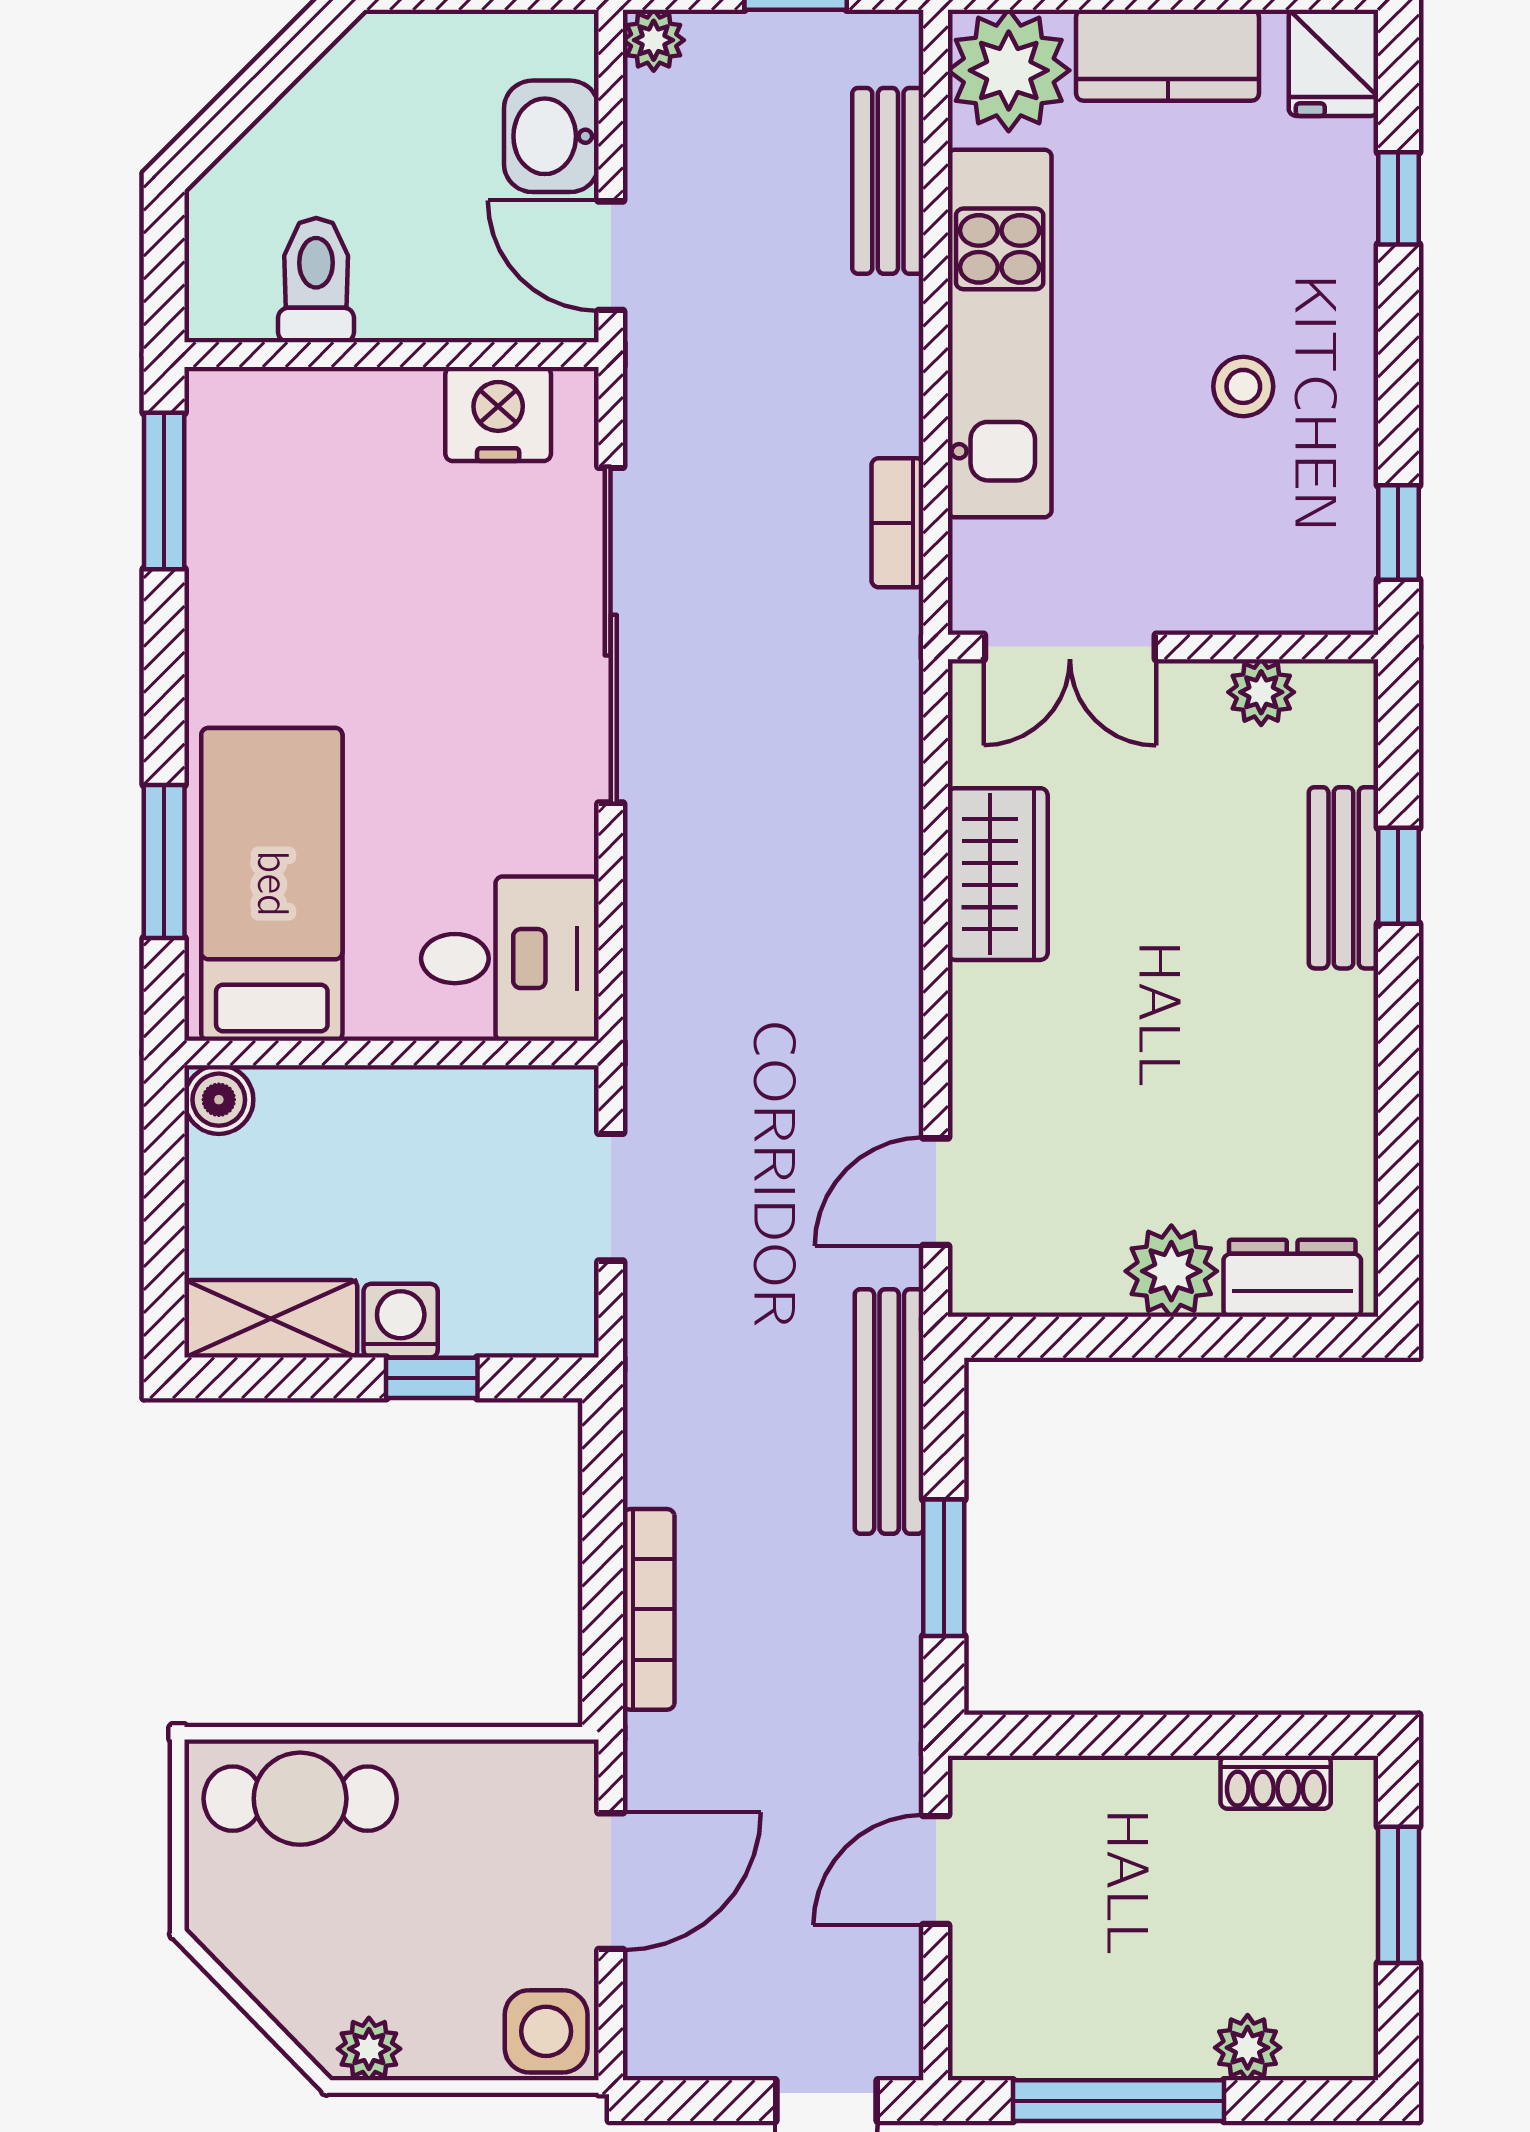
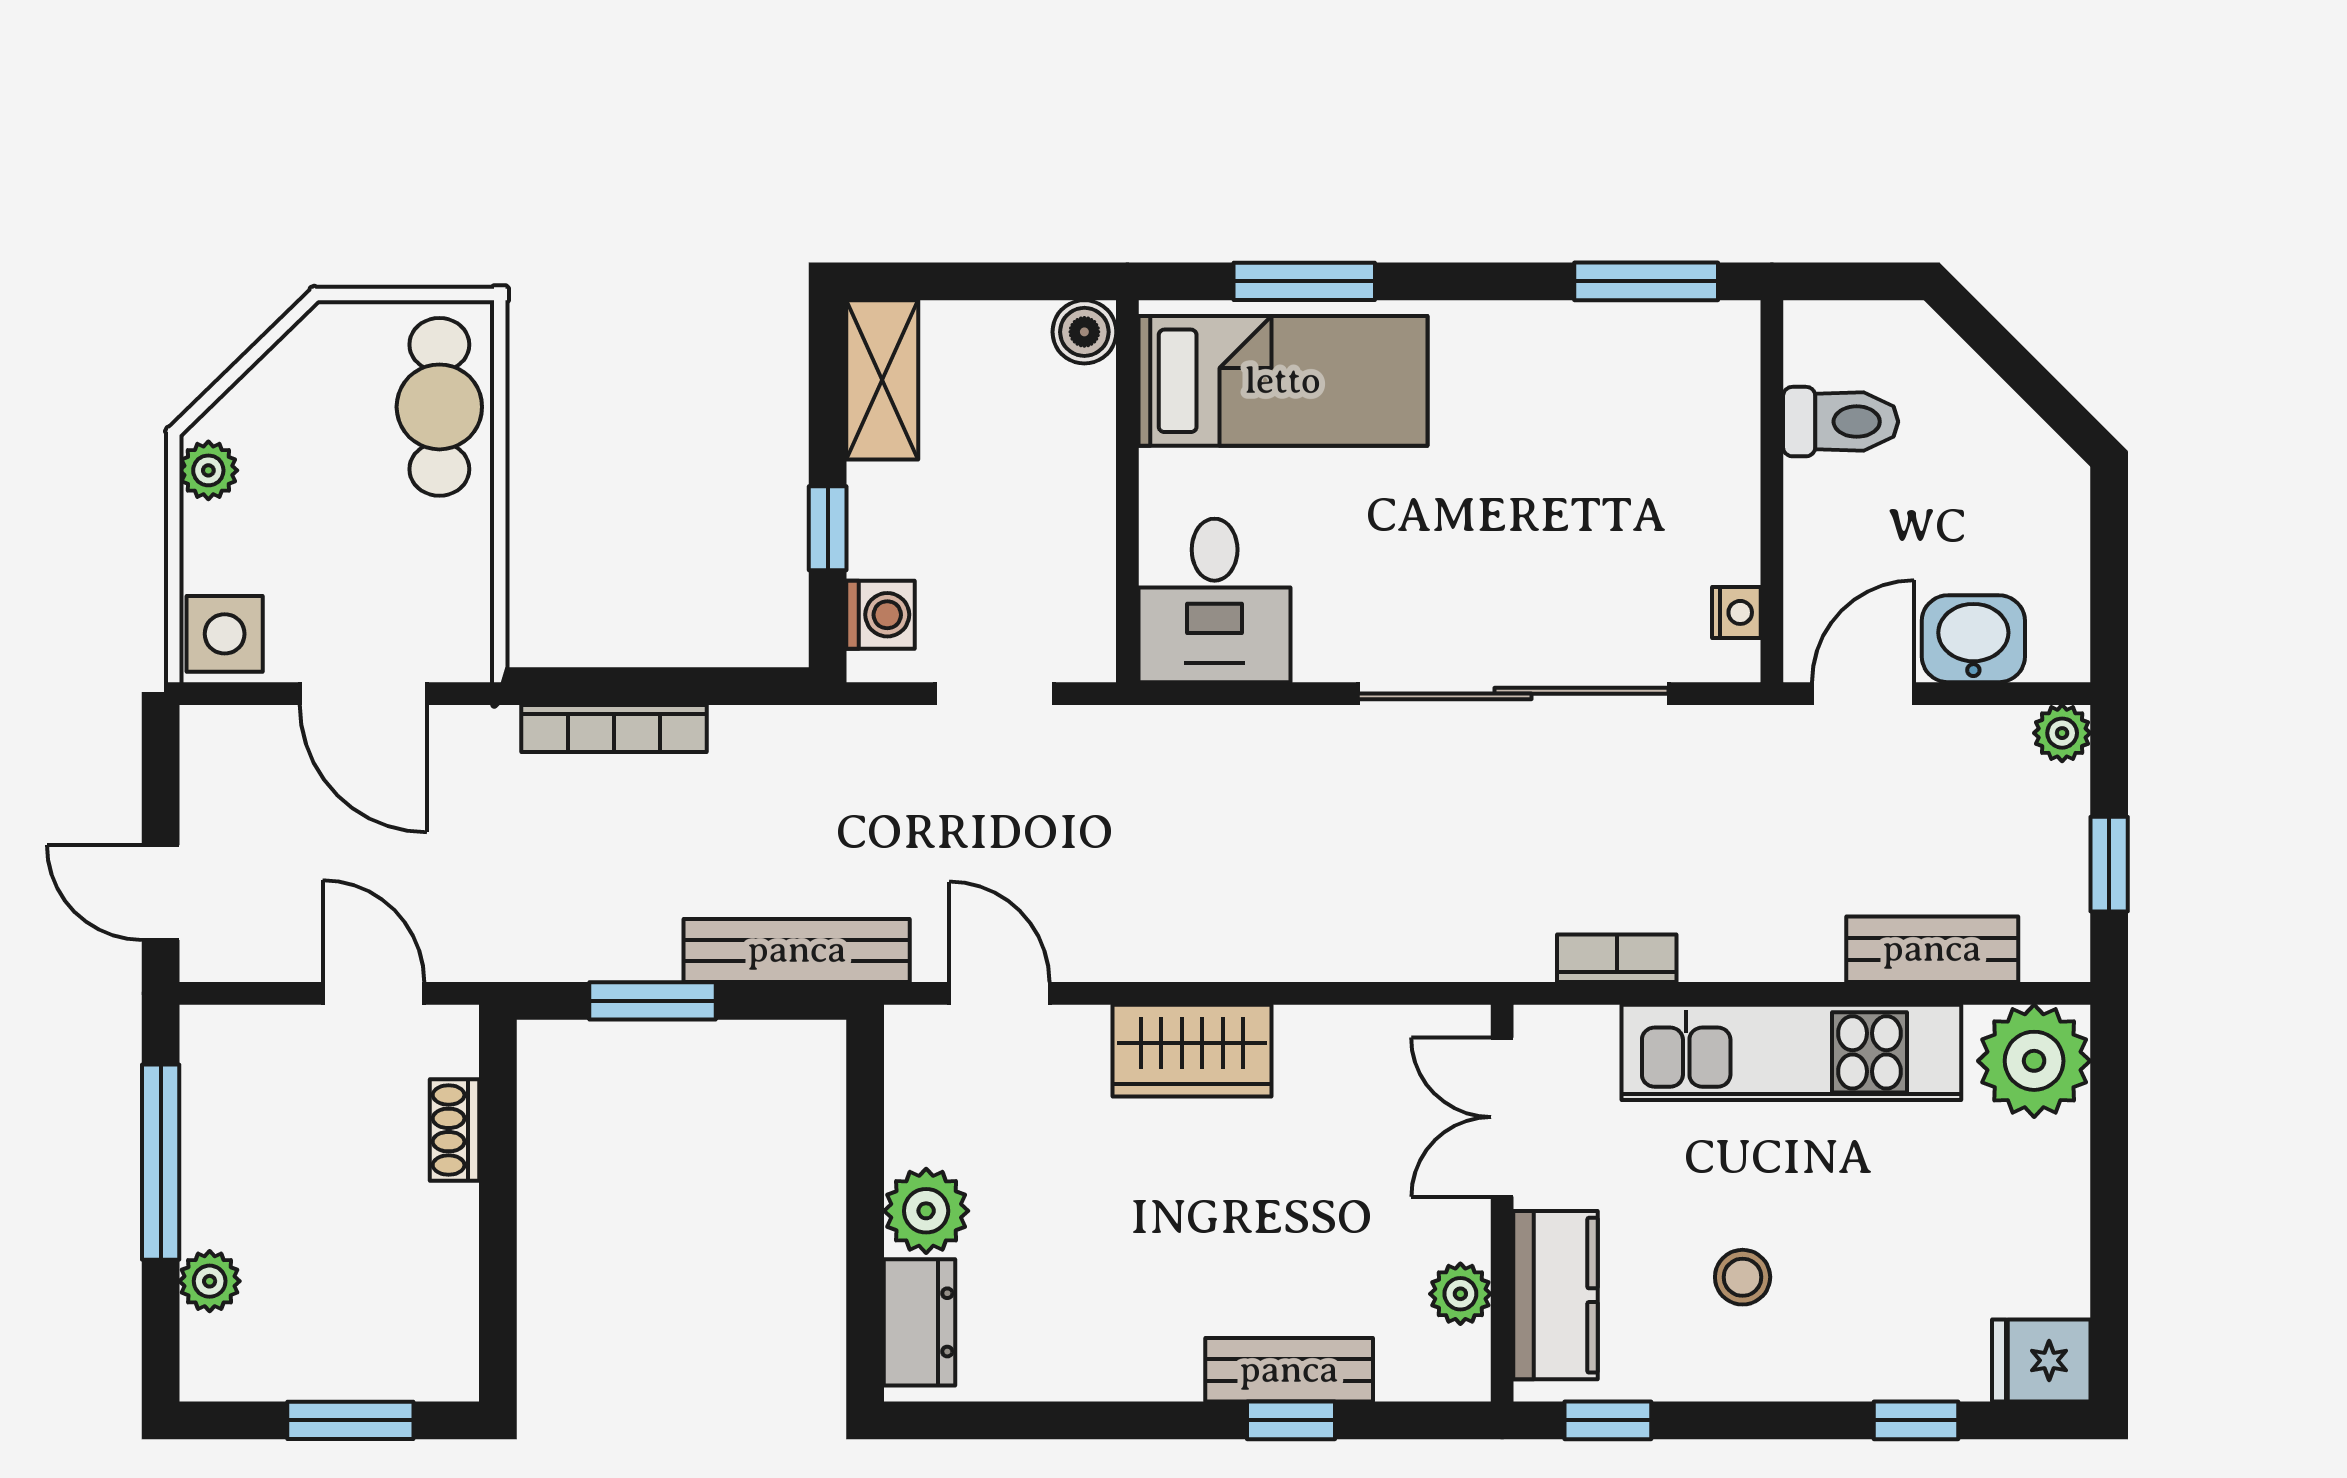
kitchen counter: (1168, 55) -> (1555, 1295), moved, turned 180
nightstand: (498, 414) -> (1736, 612), width x0.53, depth x0.56
wardrobe: (998, 874) -> (1192, 1051), moved
washing machine: (401, 1321) -> (880, 615), moved
shoe rack: (1276, 1782) -> (455, 1130), moved

